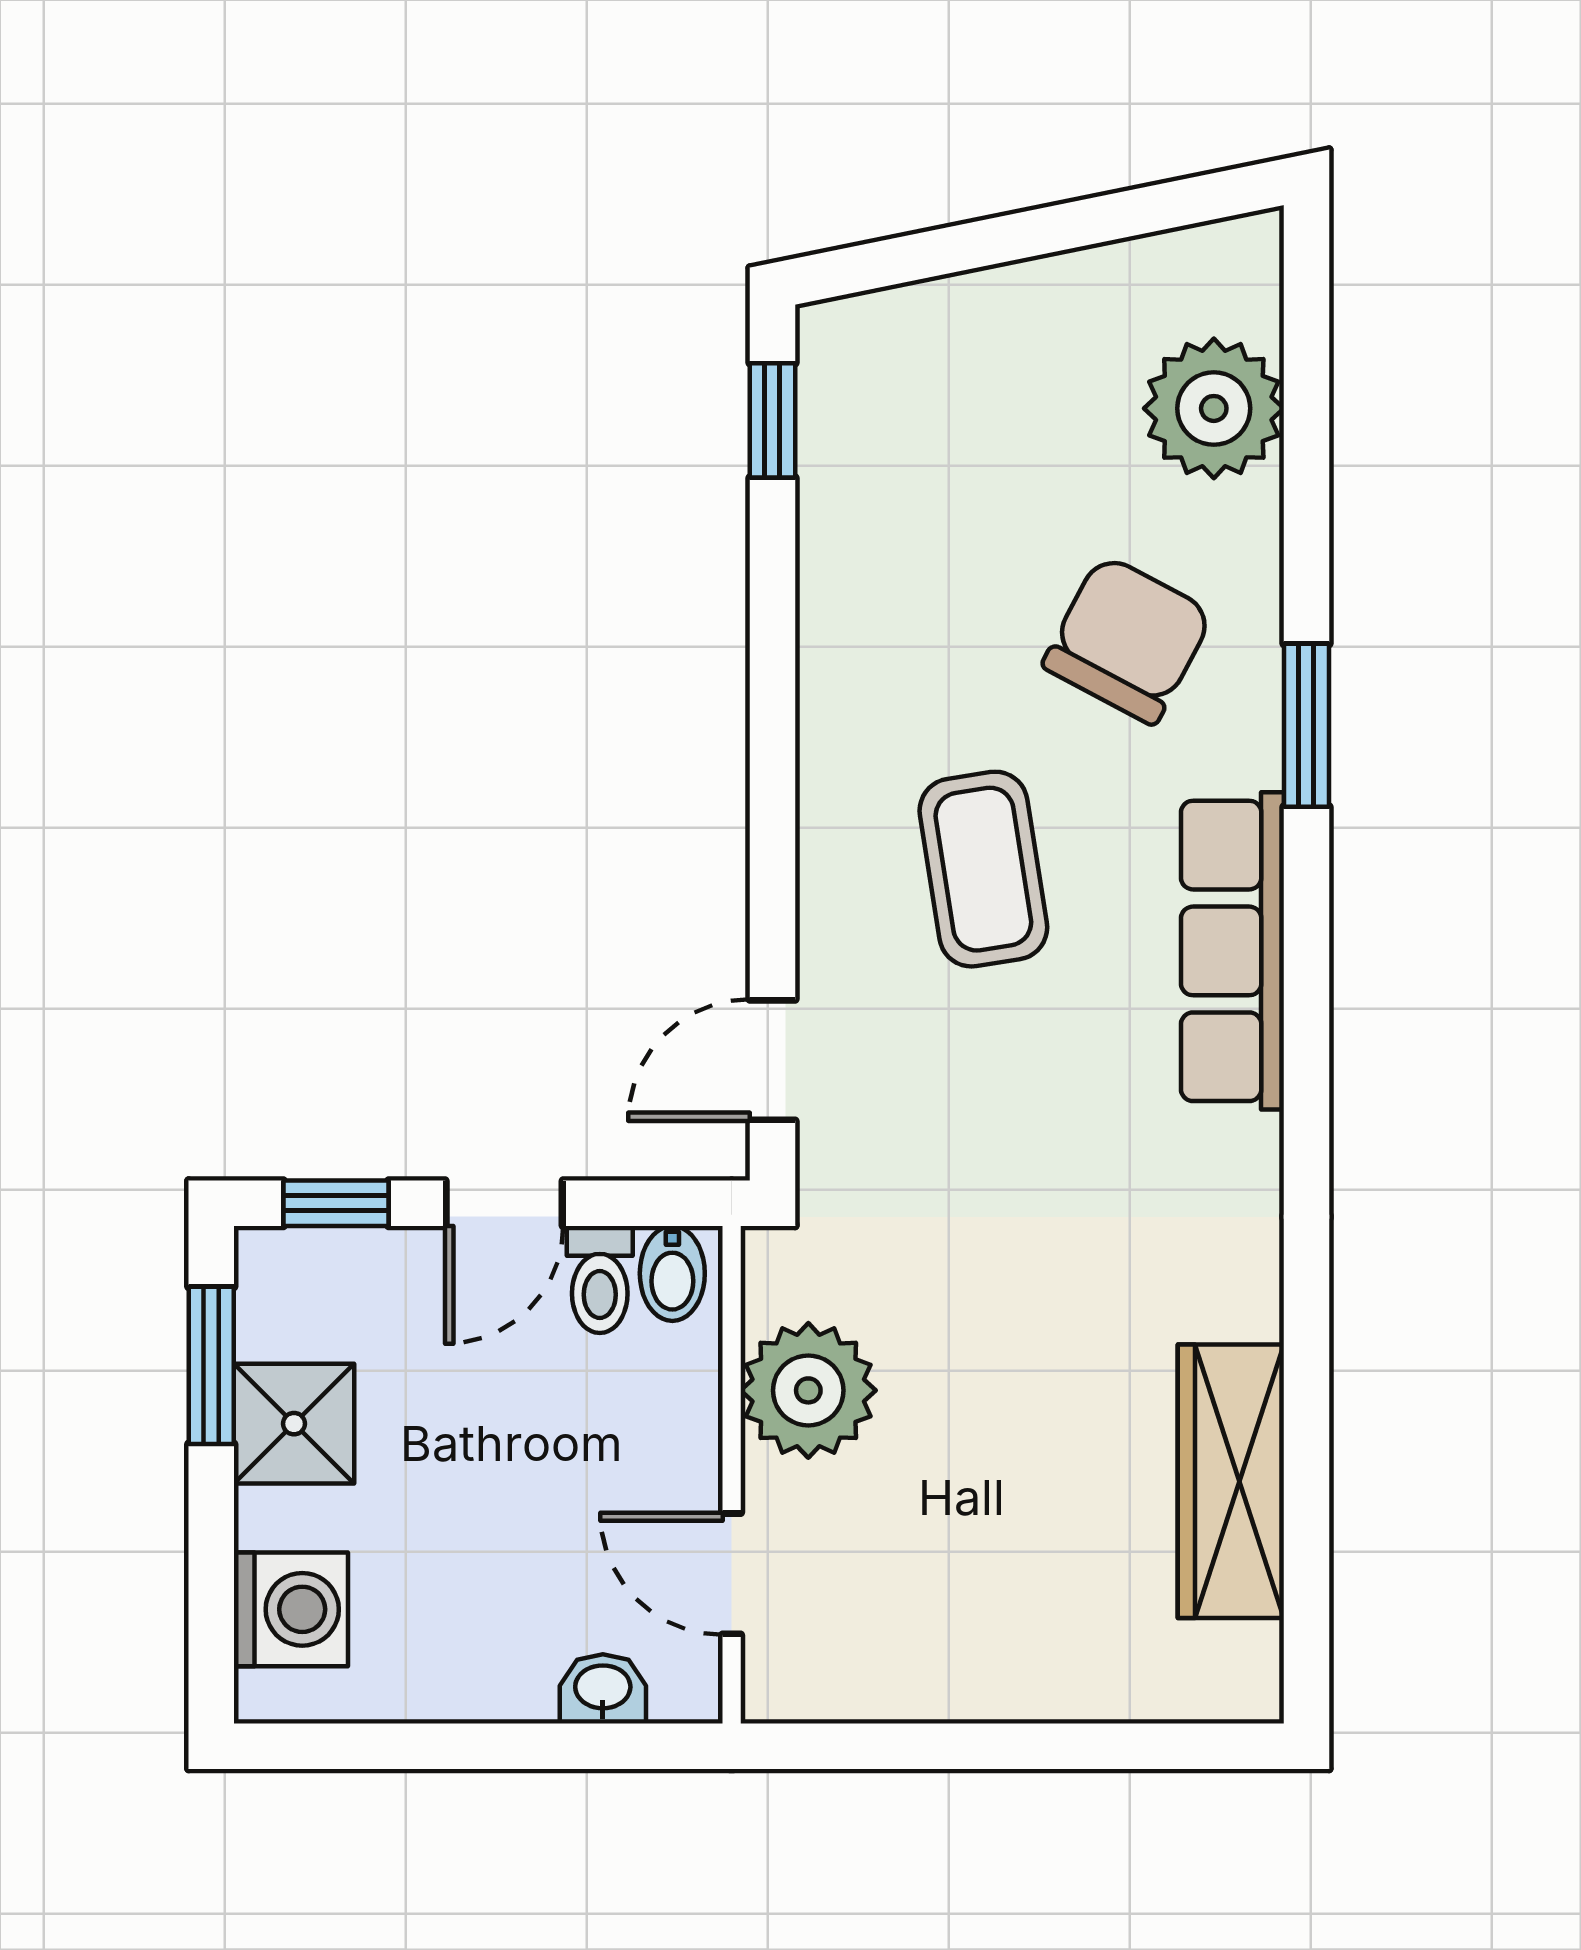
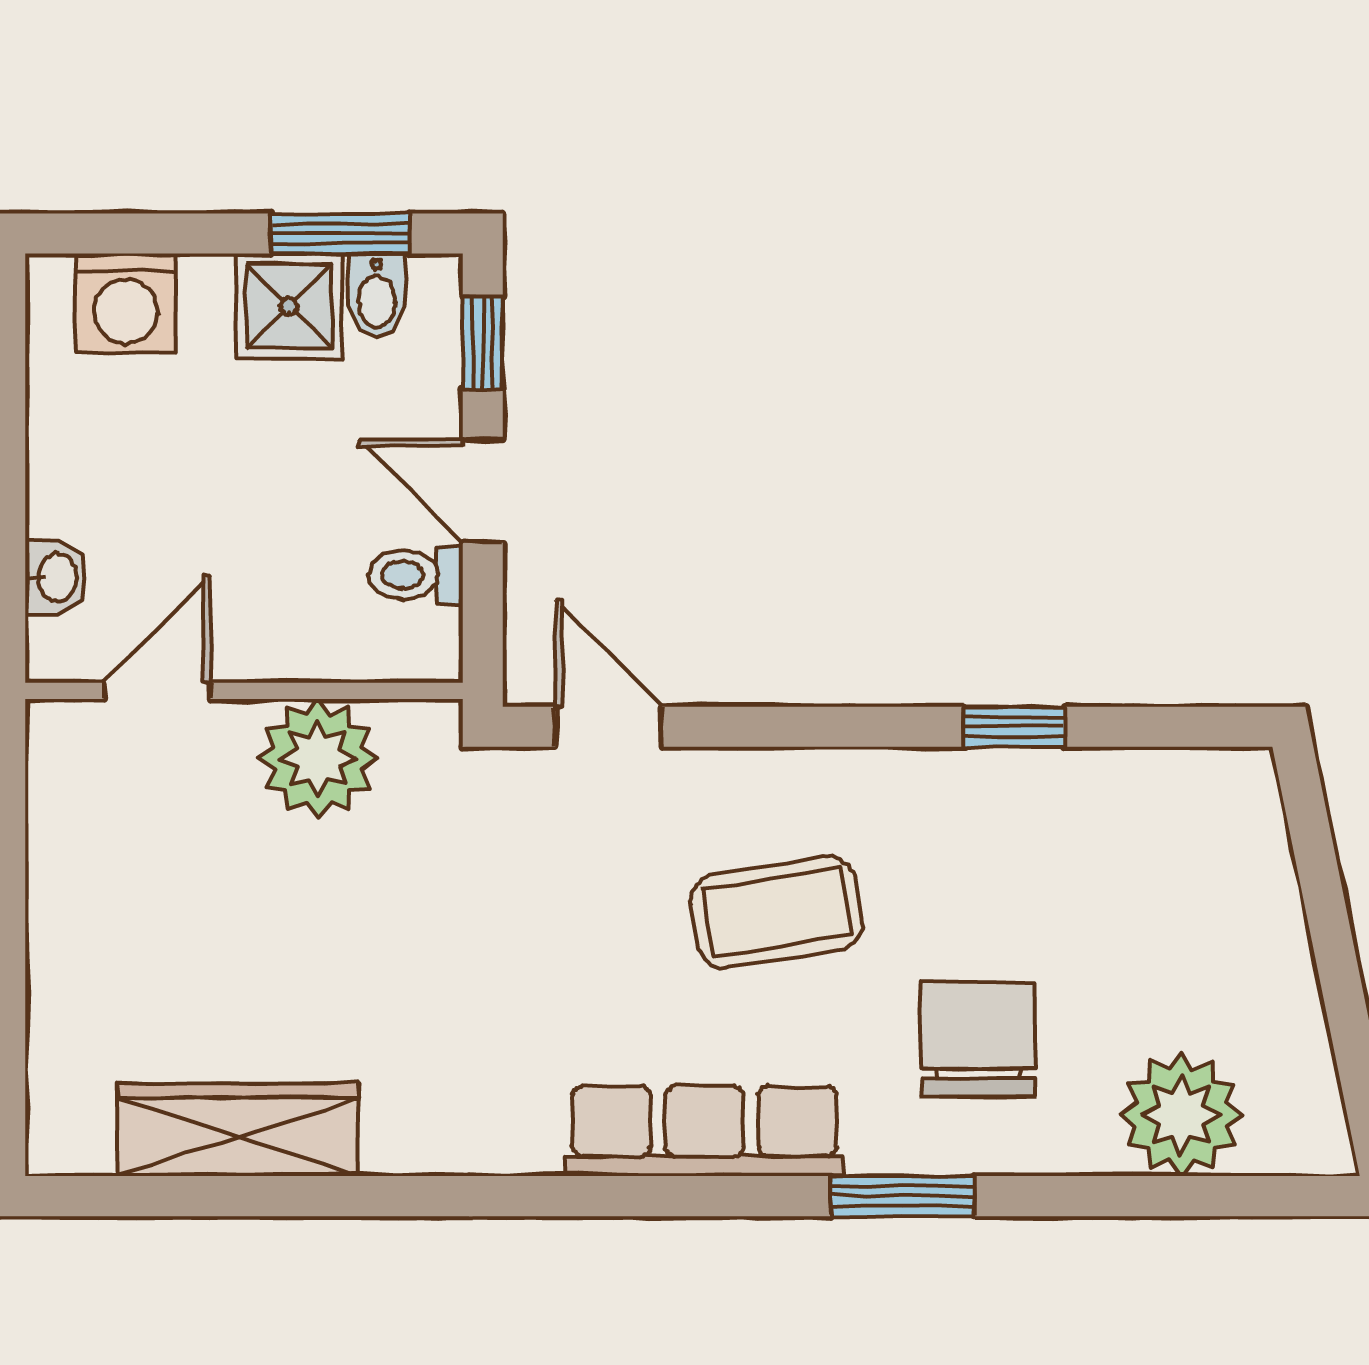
window: (772, 420) -> (1014, 727), moved
chair: (1128, 640) -> (978, 1039), turned -118
bidet: (672, 1273) -> (377, 295), moved, turned -90

